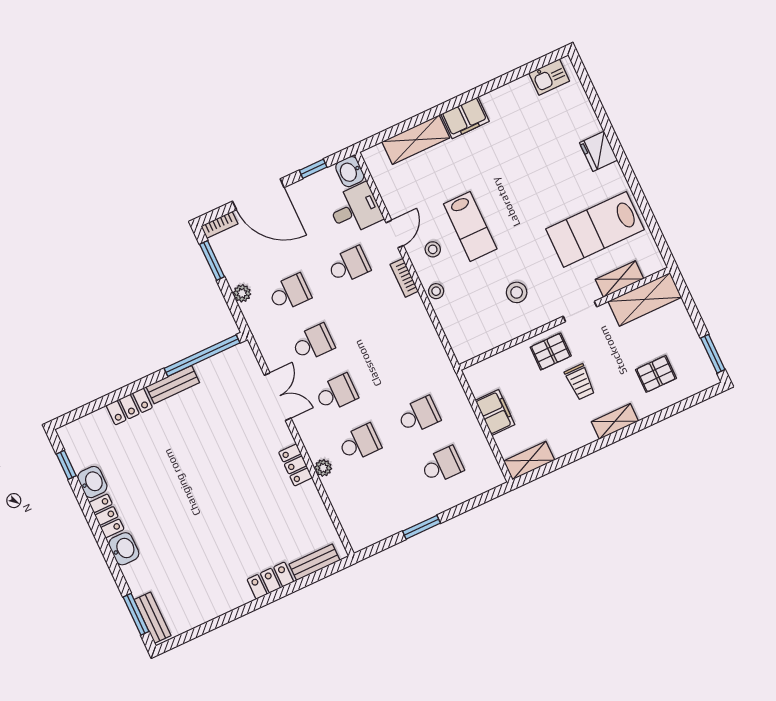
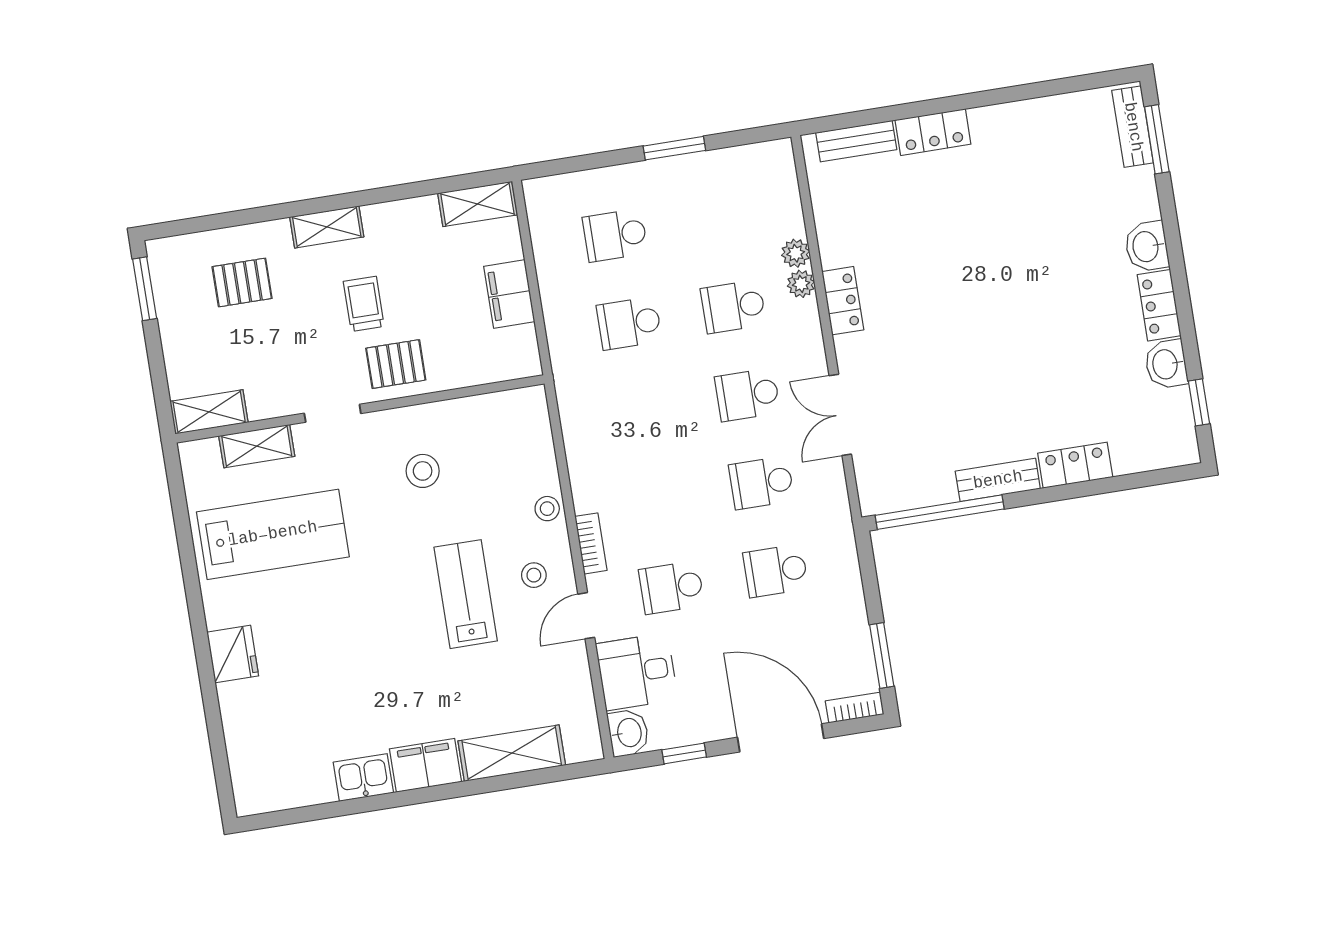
kitchen sink: (549, 77) -> (363, 777), moved
plant: (242, 293) -> (796, 253), moved
shelving: (645, 299) -> (209, 412), width x0.67, depth x0.75

